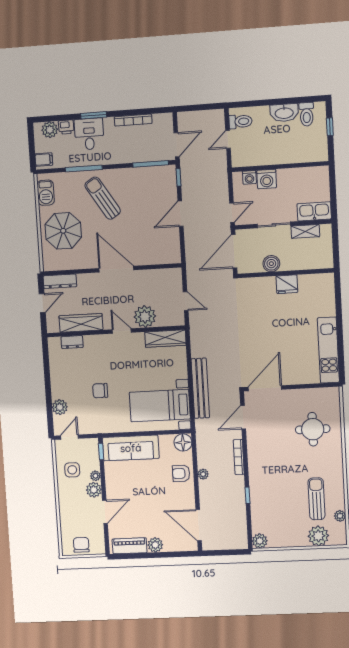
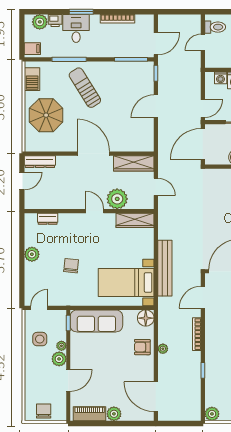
wardrobe: (81, 323) -> (134, 163), moved, turned 180
chair: (100, 391) -> (71, 266), turned 96
plant: (60, 407) -> (32, 254), moved

